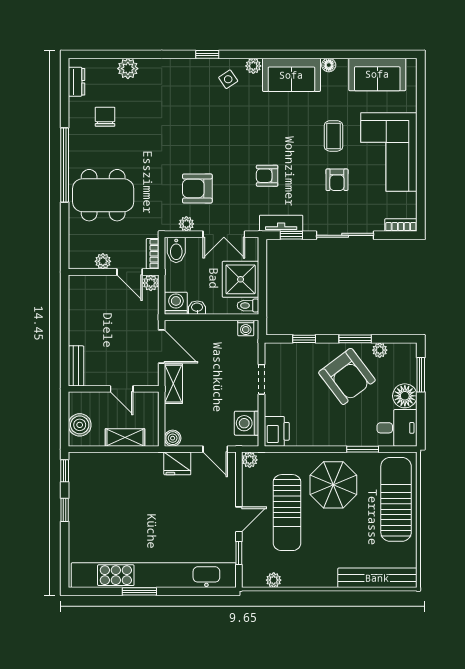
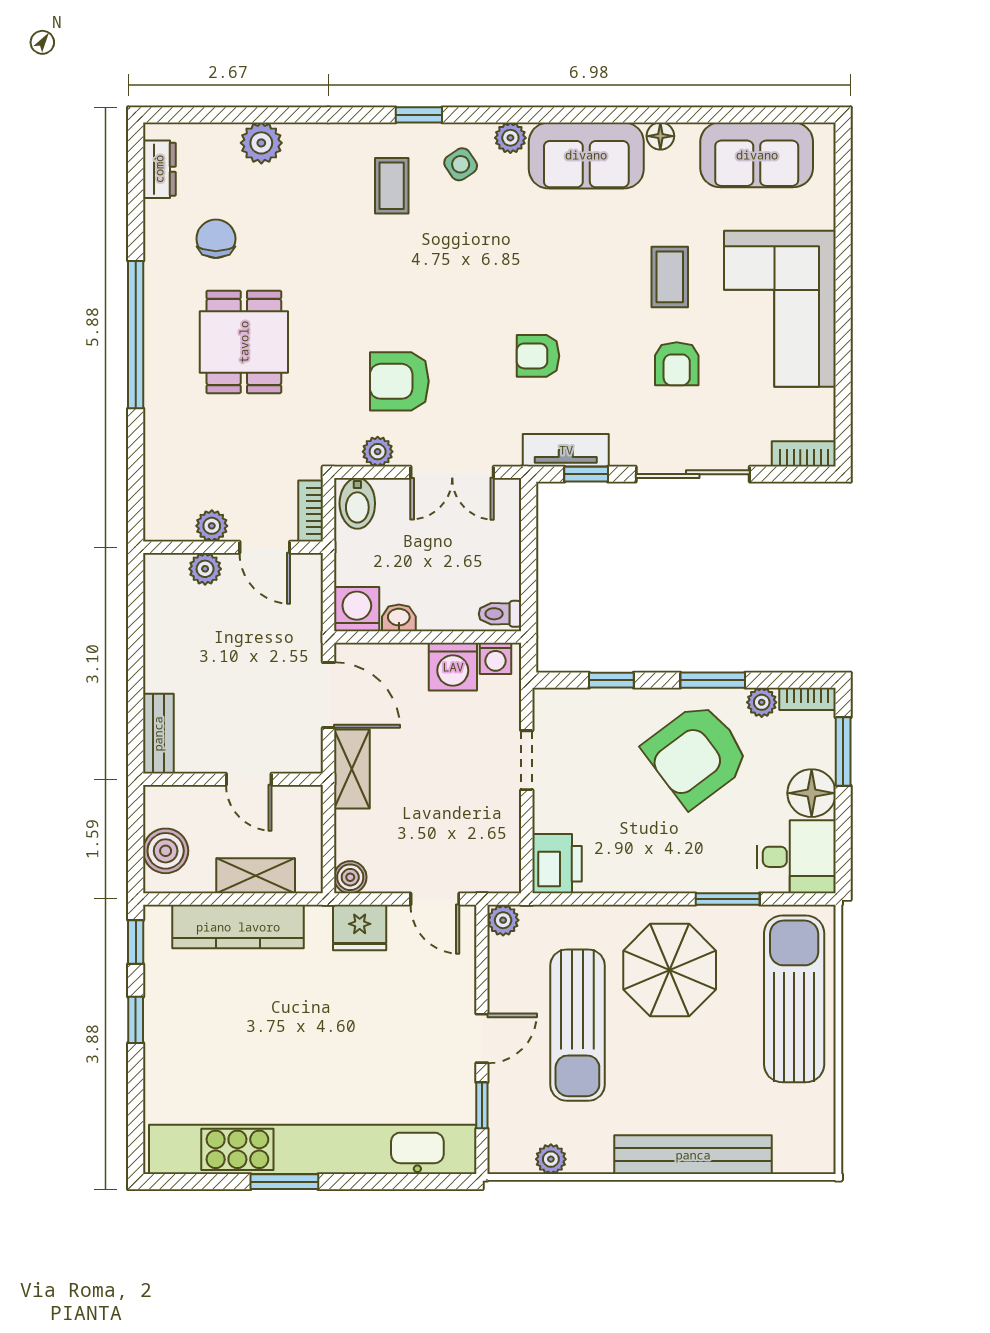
coffee table: (193, 90) -> (392, 186), added
dining table: (103, 195) -> (244, 342), moved, width x0.73
shower: (241, 279) -> (485, 562), removed
plant: (151, 283) -> (205, 569), moved
bookcase: (403, 348) -> (808, 699), added
armchair: (347, 376) -> (697, 755), turned 90
washing machine: (247, 423) -> (453, 667), moved, turned -90
kitchen counter: (116, 463) -> (238, 927), added
bench: (377, 578) -> (693, 1155), moved

